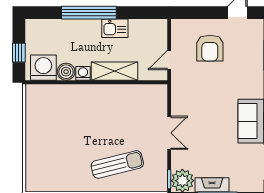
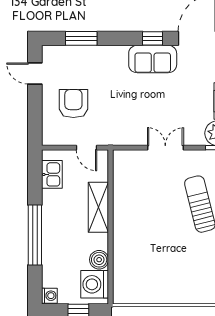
kitchen sink: (115, 28) -> (52, 174), moved
armchair: (210, 48) -> (73, 104), turned -90
washing machine: (83, 73) -> (49, 296), moved, turned 180

